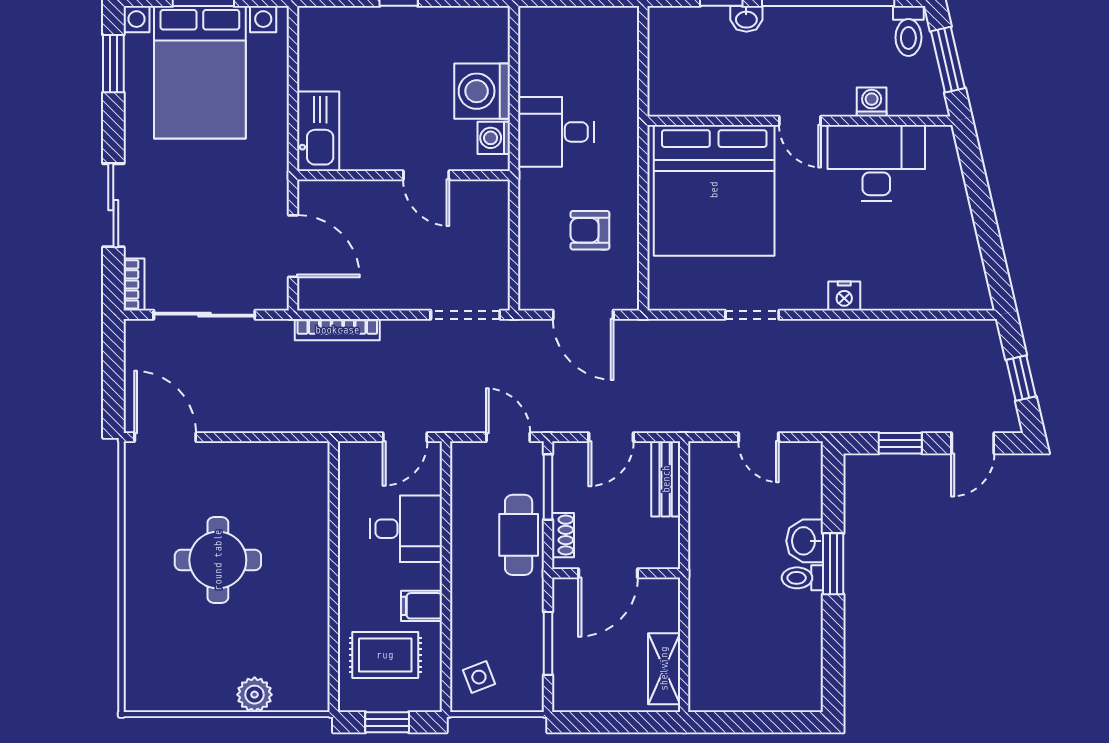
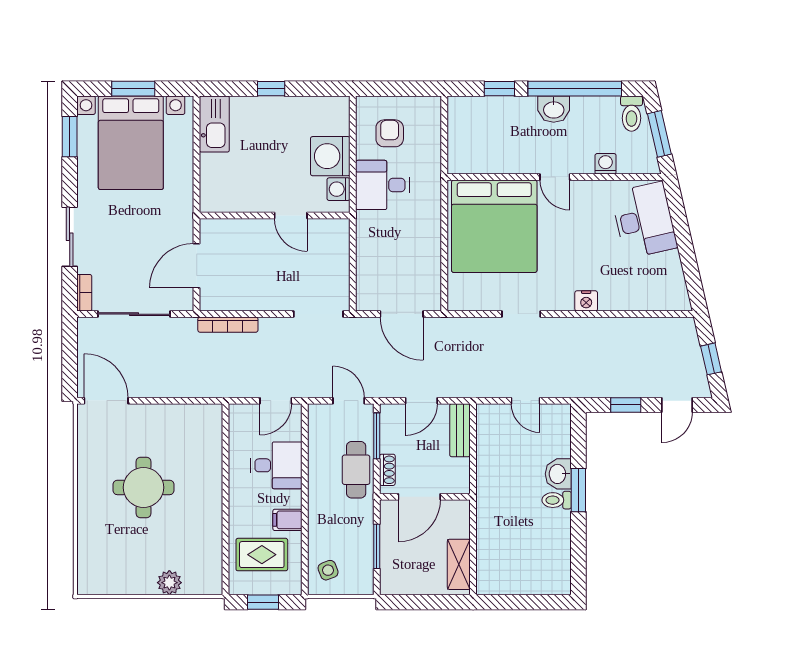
washbasin: (746, 19) -> (554, 109), moved, width x1.38, depth x1.45
kitchen sink: (318, 131) -> (214, 124), moved
desk: (876, 163) -> (644, 220), moved, turned 77
armchair: (590, 230) -> (390, 133), moved, turned 90
door: (293, 246) -> (197, 266), swing flipped

